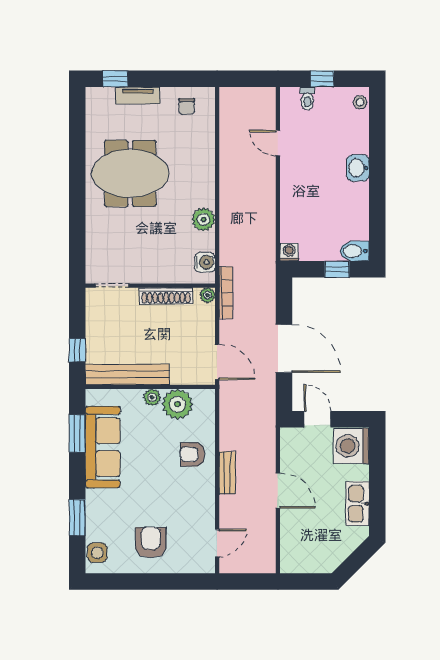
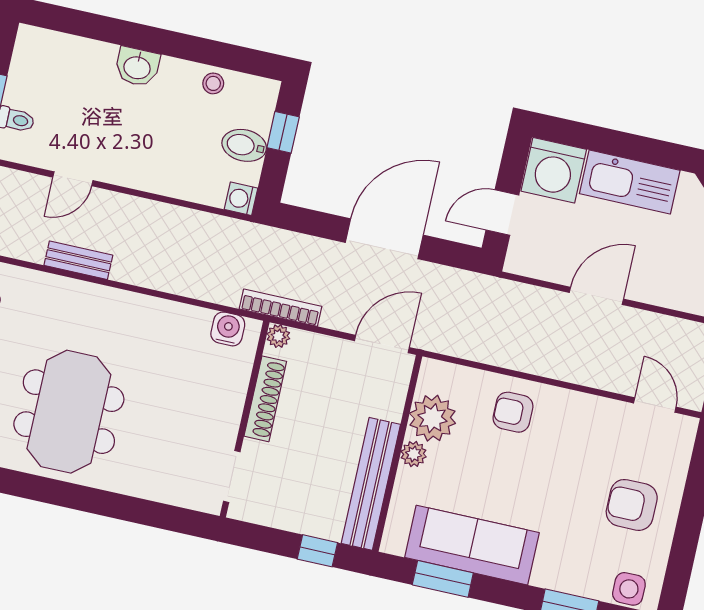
stool: (360, 102) -> (213, 83), moved
plant: (203, 219) -> (163, 317), removed
bidet: (355, 251) -> (244, 145), moved, turned 90
armchair: (193, 454) -> (513, 412), turned 90
bench: (227, 473) -> (78, 260), moved
kitchen sink: (357, 504) -> (630, 182), width x1.36, depth x1.24

